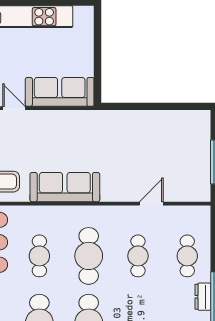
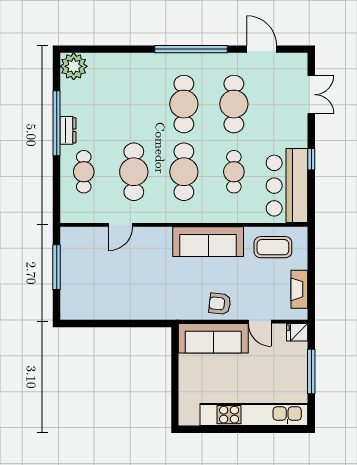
armchair: (53, 126) -> (220, 304), added
cafe table: (138, 256) -> (134, 172), width x1.37, depth x1.35

